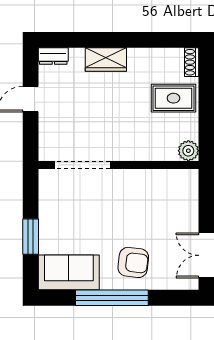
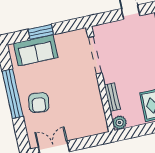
bench: (149, 153) -> (112, 97), added
sofa: (69, 272) -> (36, 50), moved, turned 90

